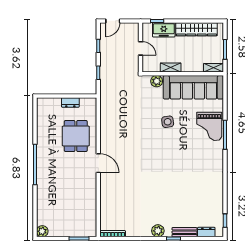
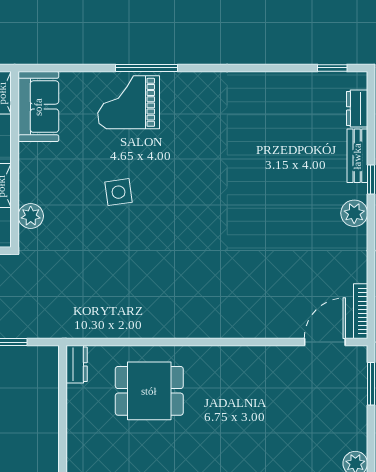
sofa: (193, 87) -> (38, 107), width x0.54, depth x0.79
dresser: (70, 102) -> (77, 364), moved
grand piano: (209, 126) -> (129, 102), turned 180
door: (98, 163) -> (325, 342), moved

